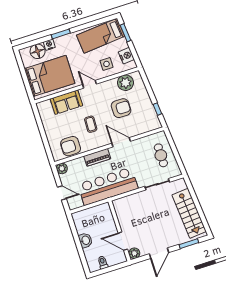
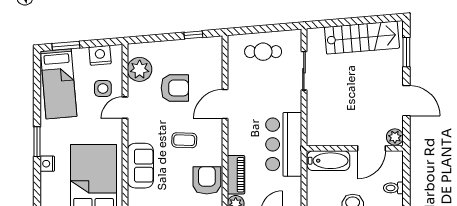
floor lamp: (38, 51) -> (52, 184), removed
door: (90, 84) -> (125, 108), moved
armchair: (121, 108) -> (175, 88), turned 90
armchair: (71, 146) -> (207, 180), turned 180
piano: (97, 157) -> (236, 175), moved
bar counter: (108, 186) -> (284, 144), width x0.73
bathtub: (107, 217) -> (328, 161), added

